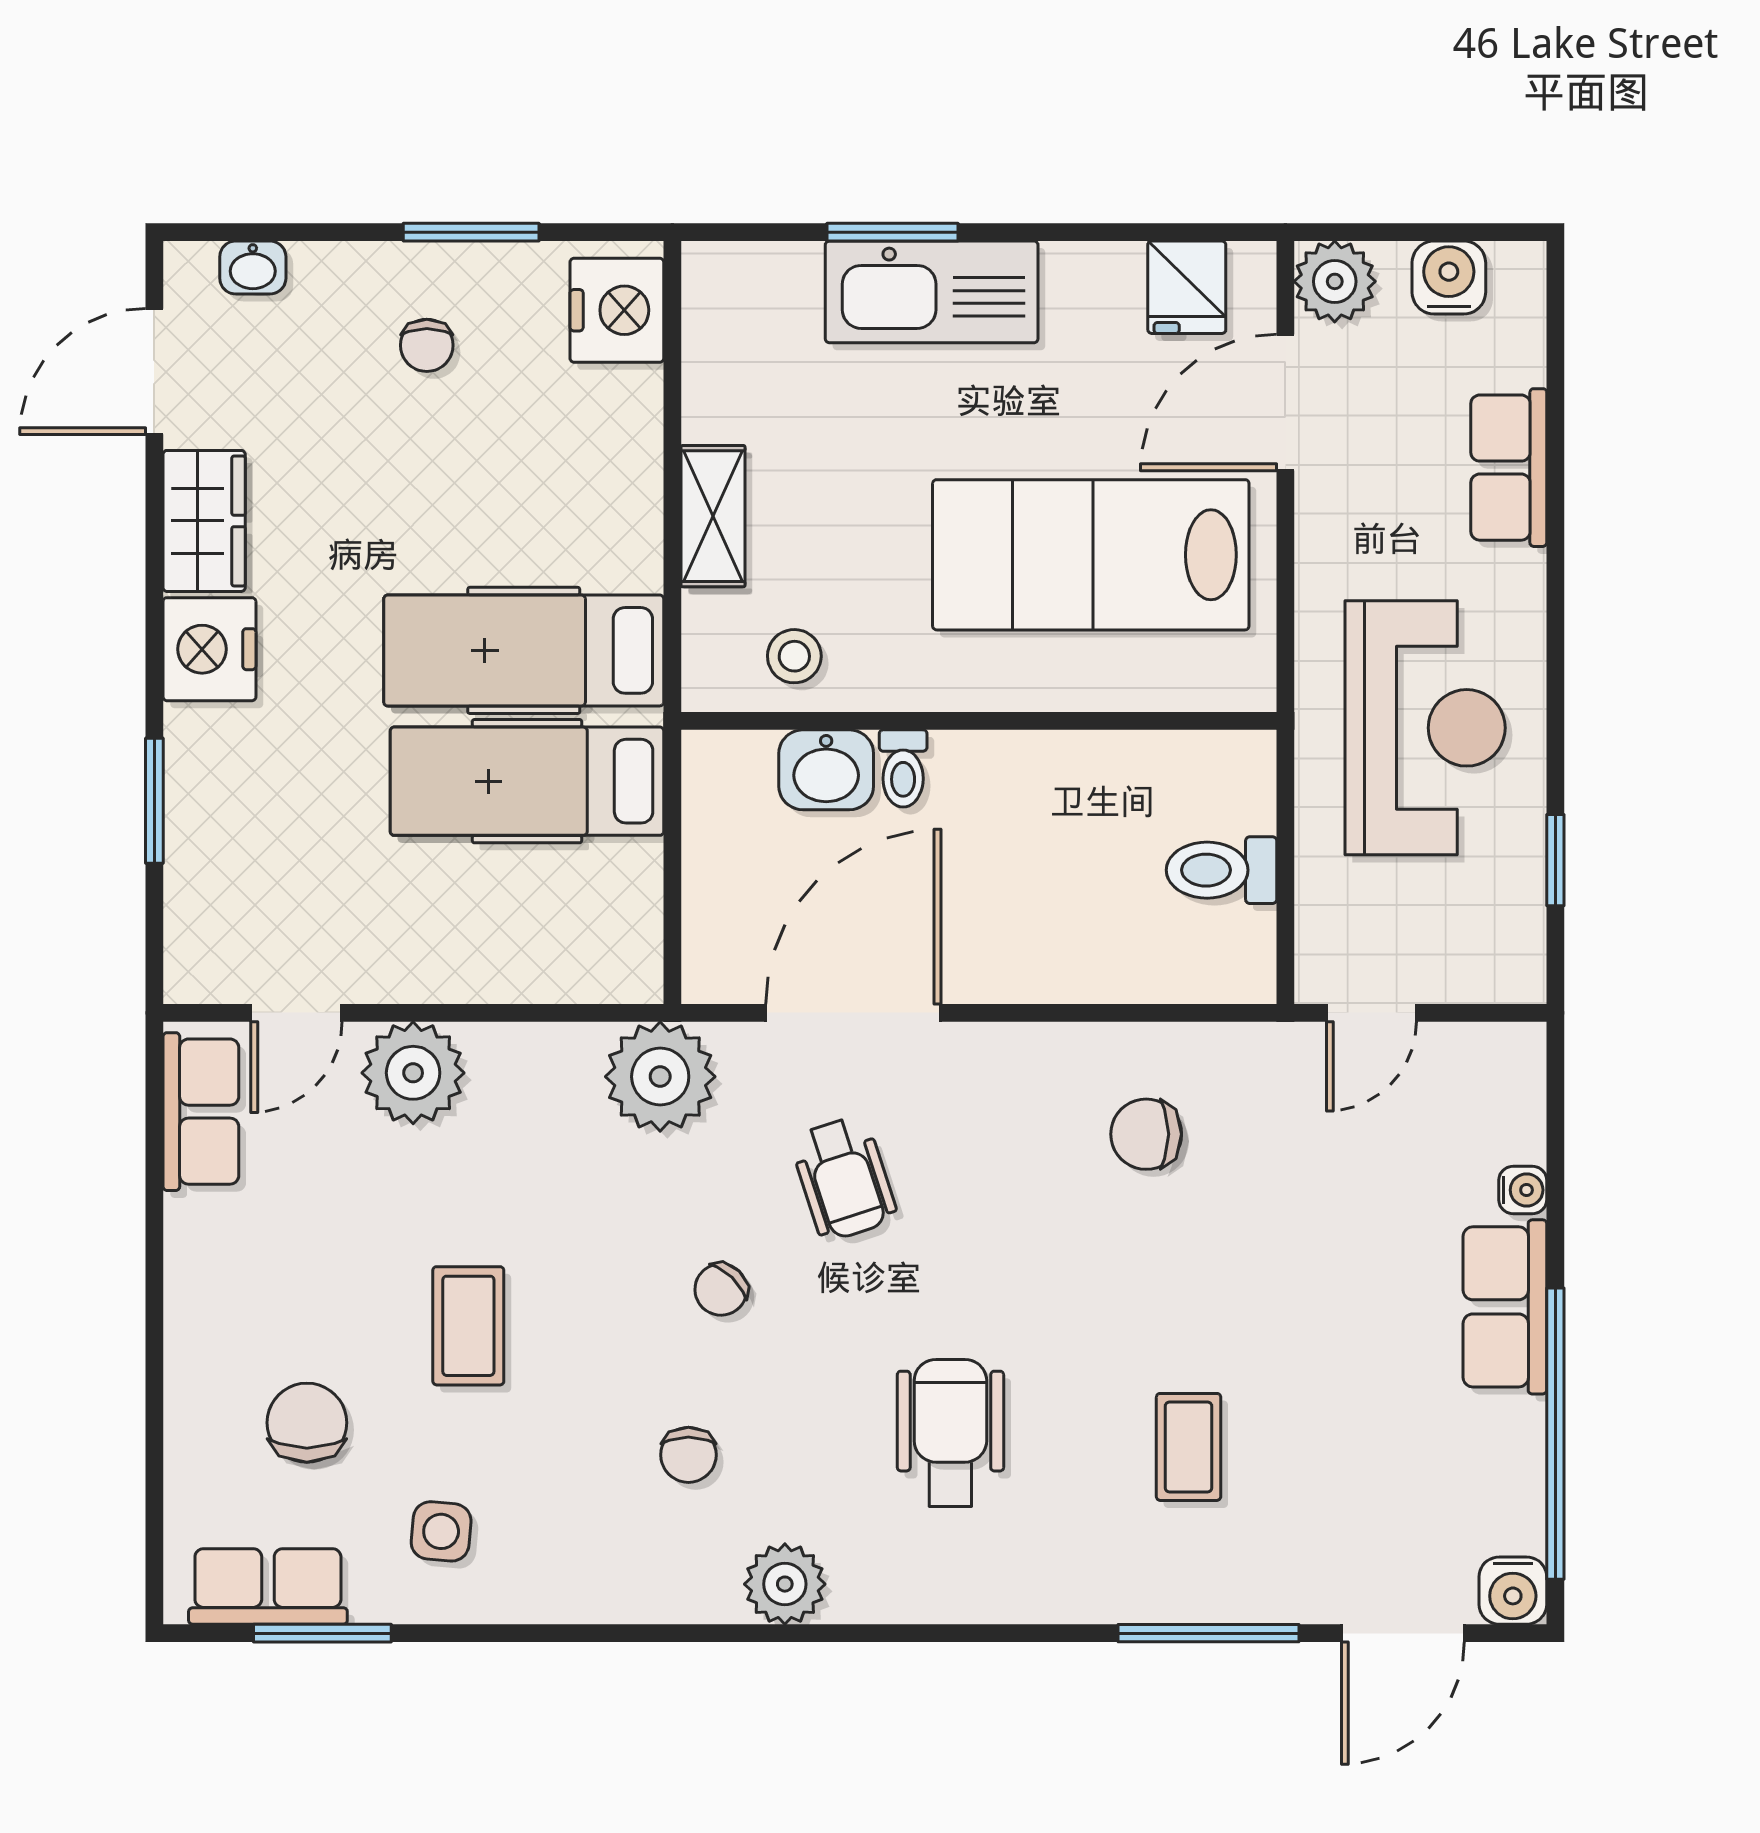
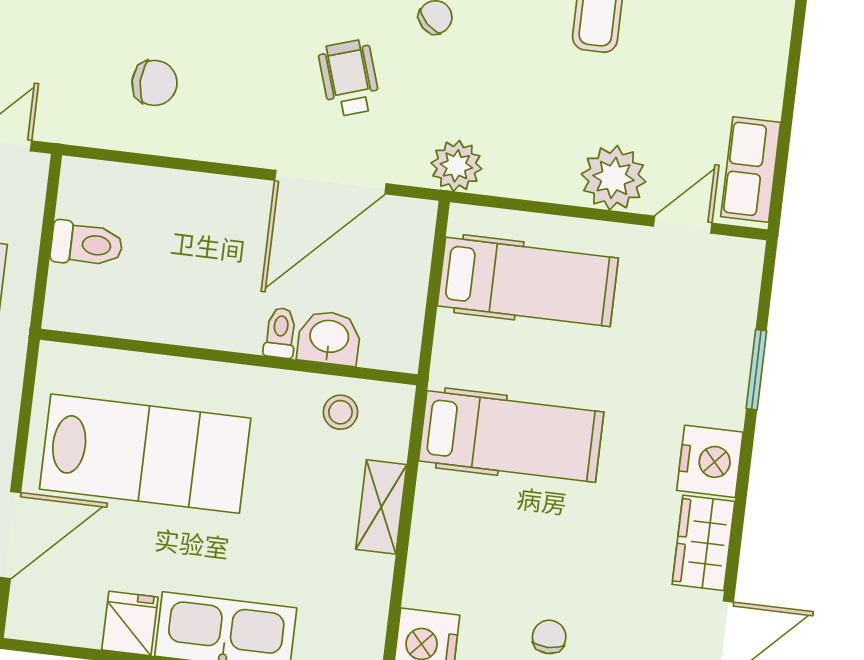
fridge: (1187, 287) -> (130, 623), moved
hospital bed: (527, 781) -> (528, 282), moved
plant: (660, 1077) -> (456, 166), width x0.73, depth x0.73

